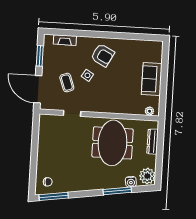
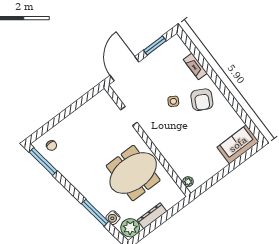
fireplace: (65, 40) -> (195, 66), moved
sofa: (152, 79) -> (238, 144), moved
coffee table: (67, 83) -> (152, 89), removed
dresser: (153, 142) -> (152, 216), moved

